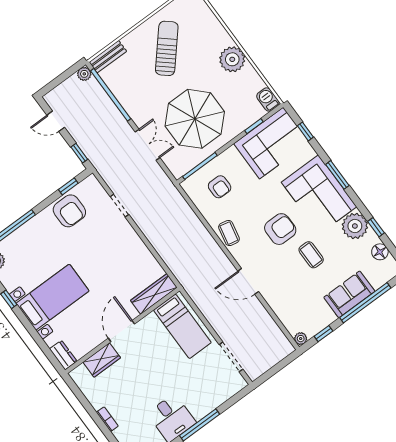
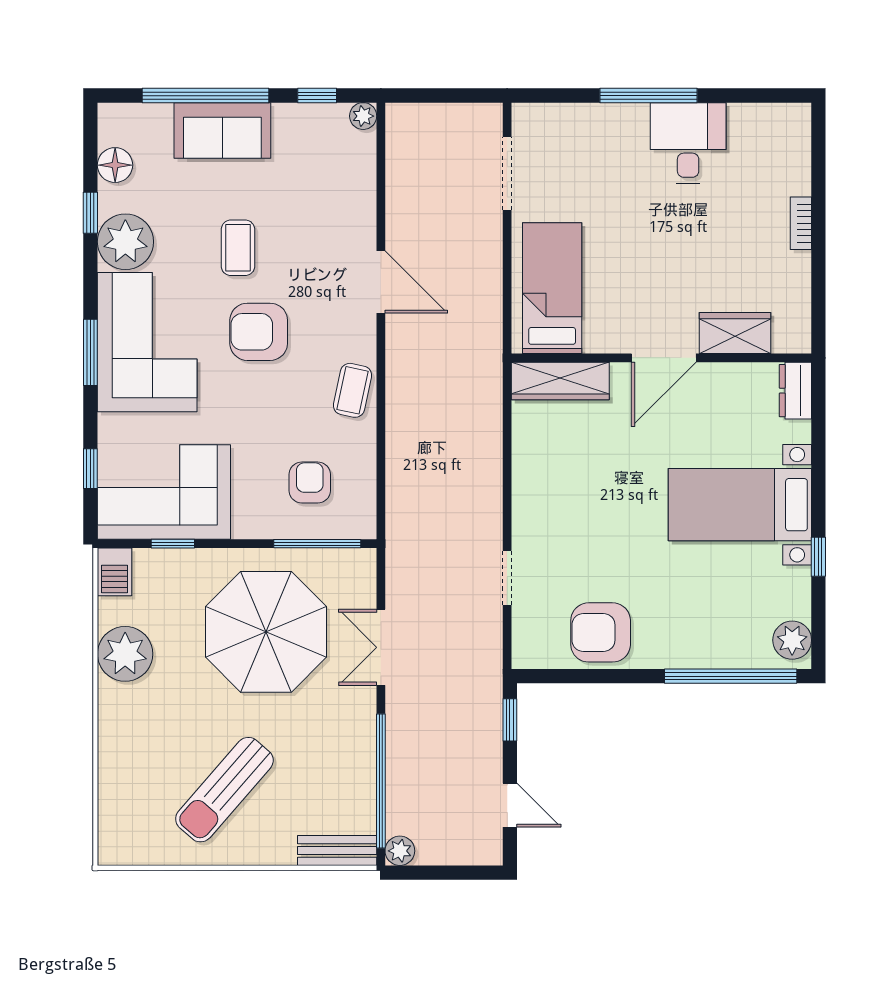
plant: (232, 59) -> (125, 654), moved
window: (68, 186) -> (571, 676), removed
armchair: (69, 211) -> (601, 632), turned -90

